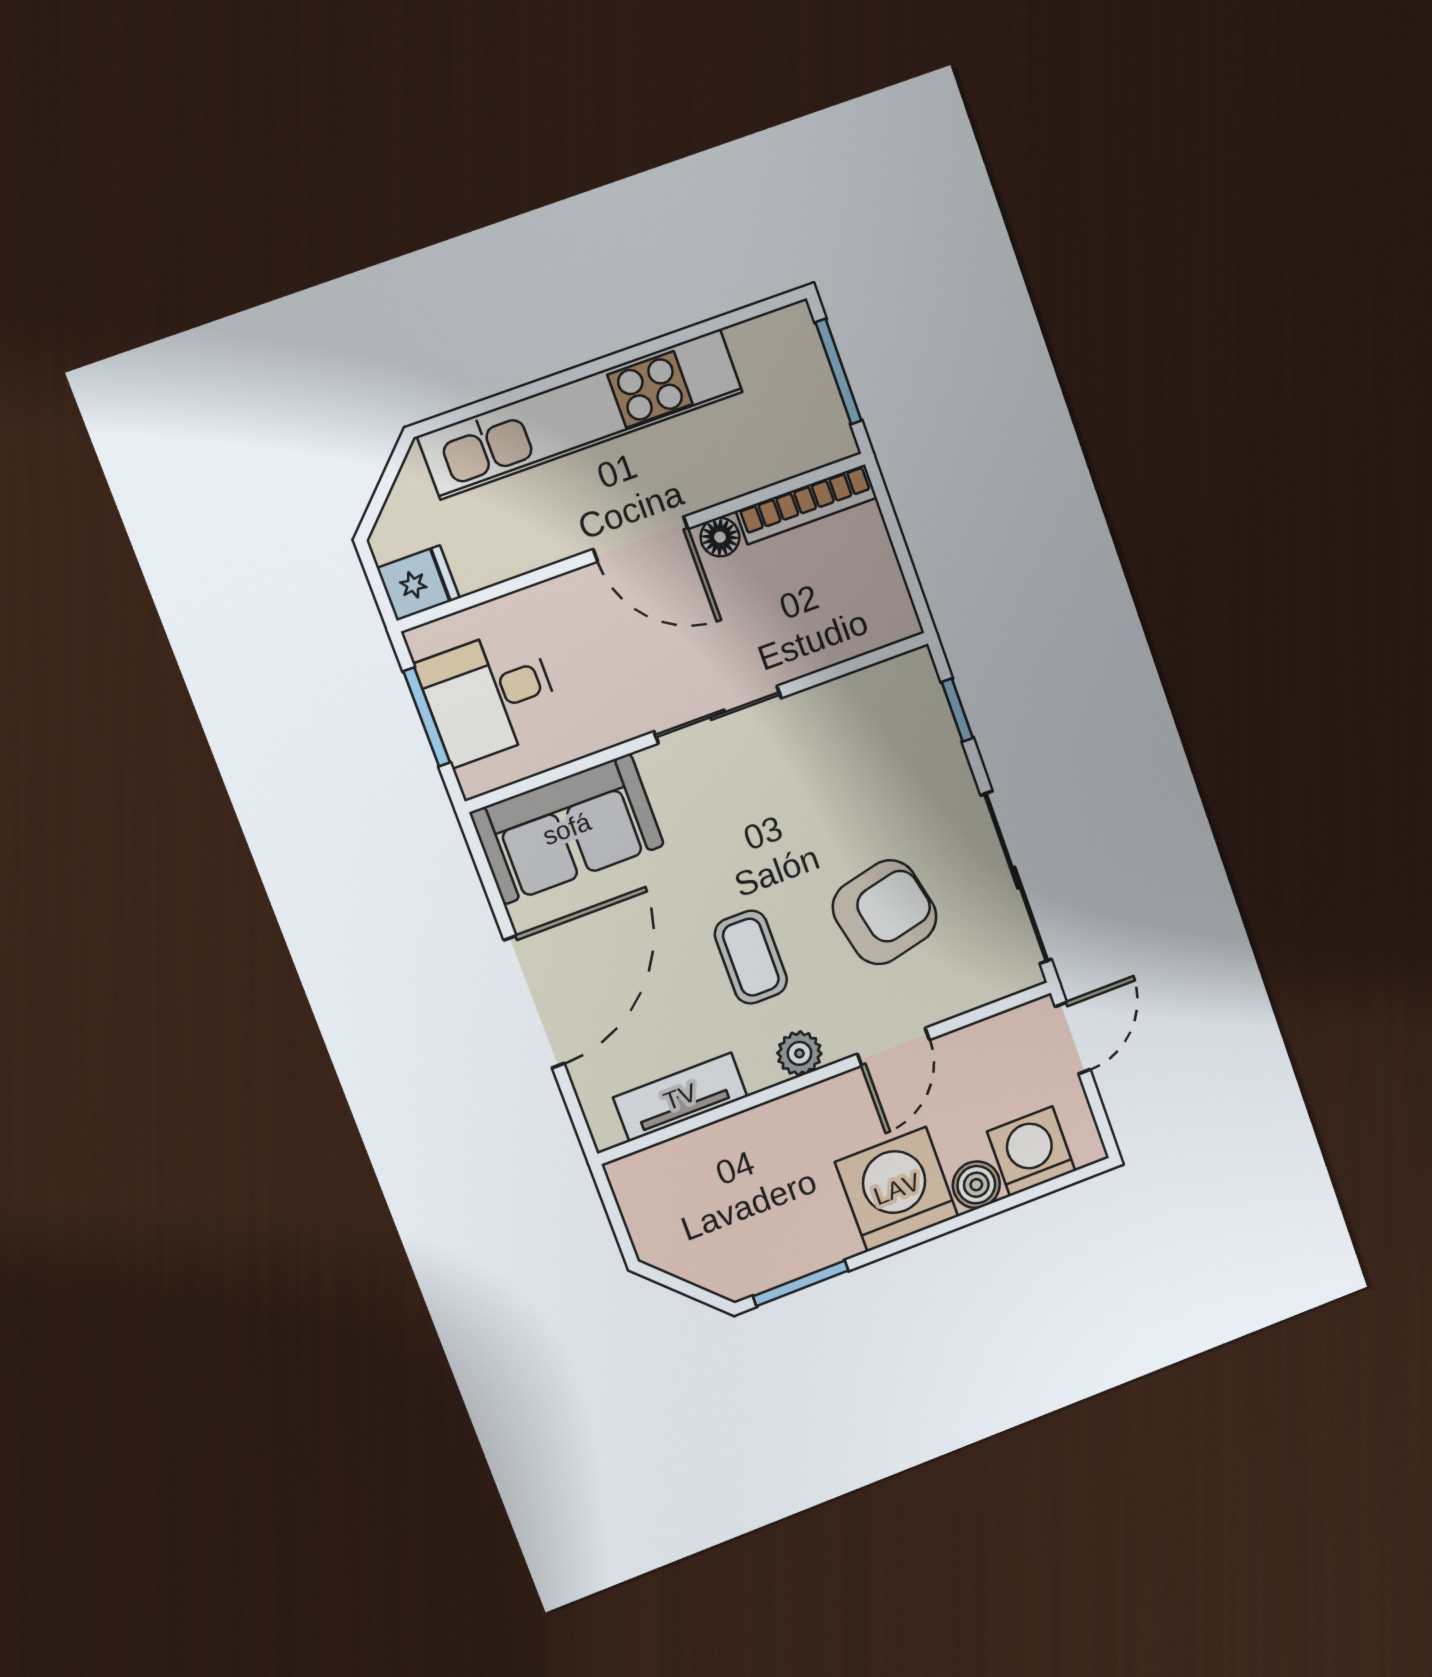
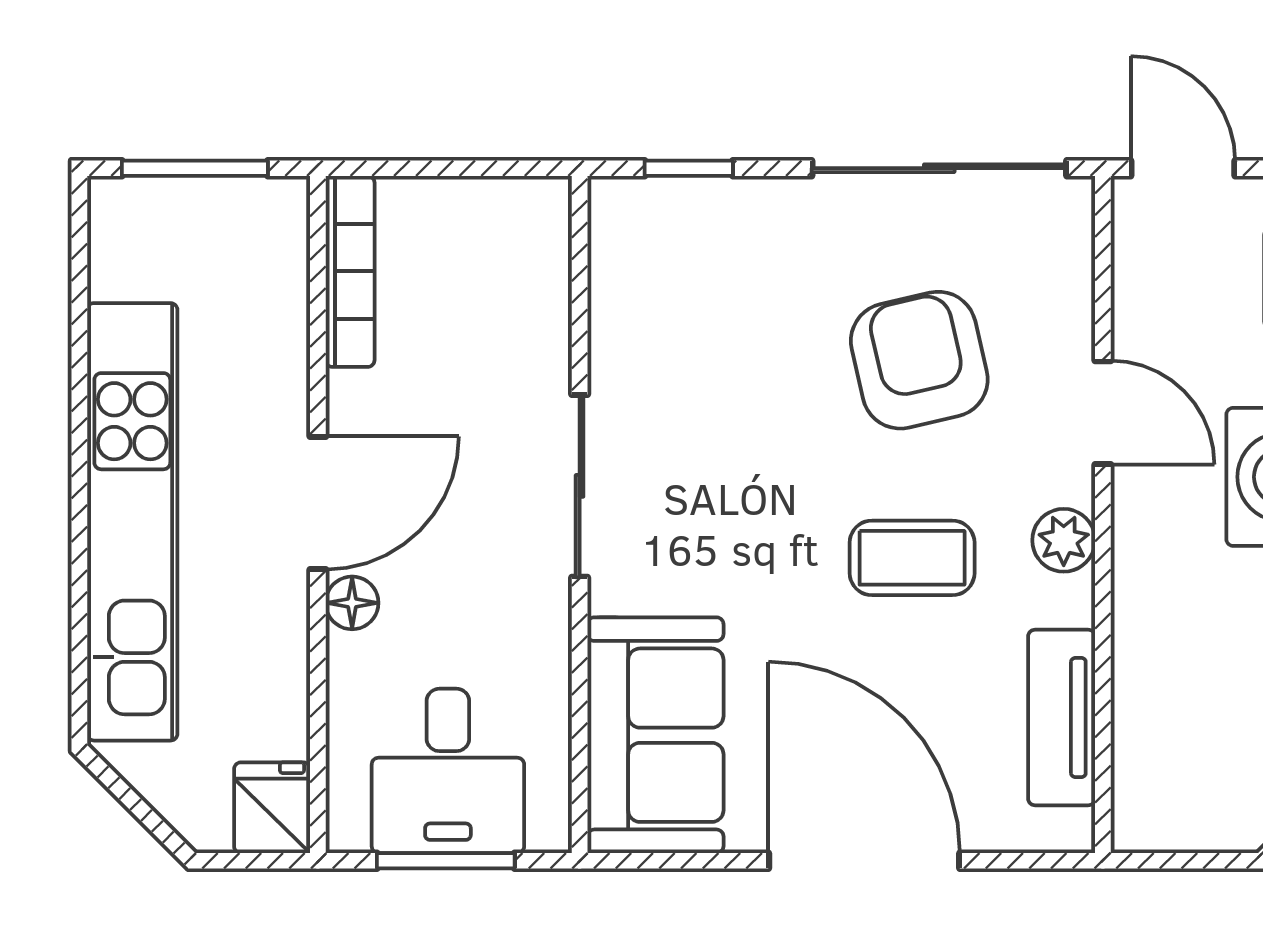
floor lamp: (720, 537) -> (352, 603), moved

